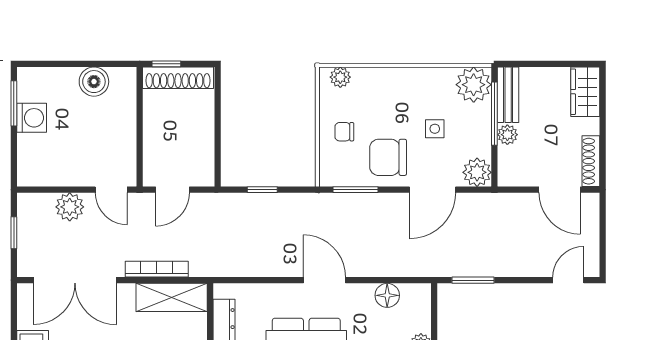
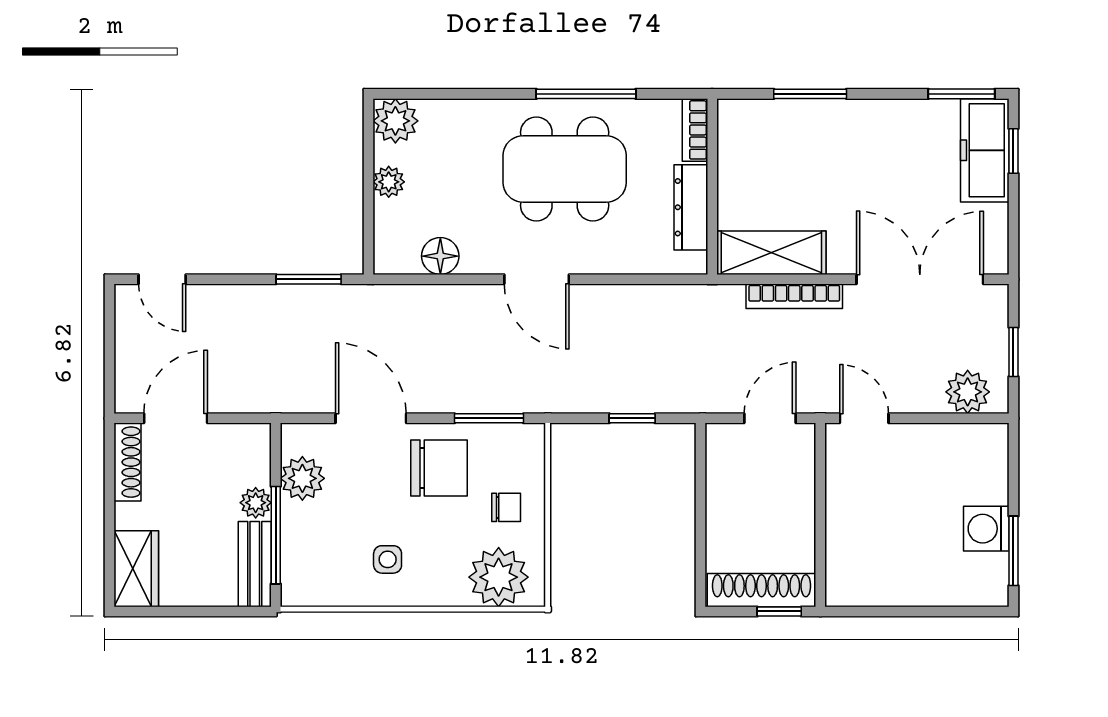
plant: (340, 77) -> (499, 577), width x1.88, depth x1.88
boiler: (94, 82) -> (891, 584), removed
plant: (474, 85) -> (308, 579), removed
side table: (435, 129) -> (388, 559), moved
plant: (477, 172) -> (302, 478), moved
door: (432, 190) -> (371, 418), hinge flipped
door: (560, 190) -> (176, 418), hinge flipped
plant: (70, 207) -> (968, 392), moved
door: (568, 280) -> (162, 279), hinge flipped

